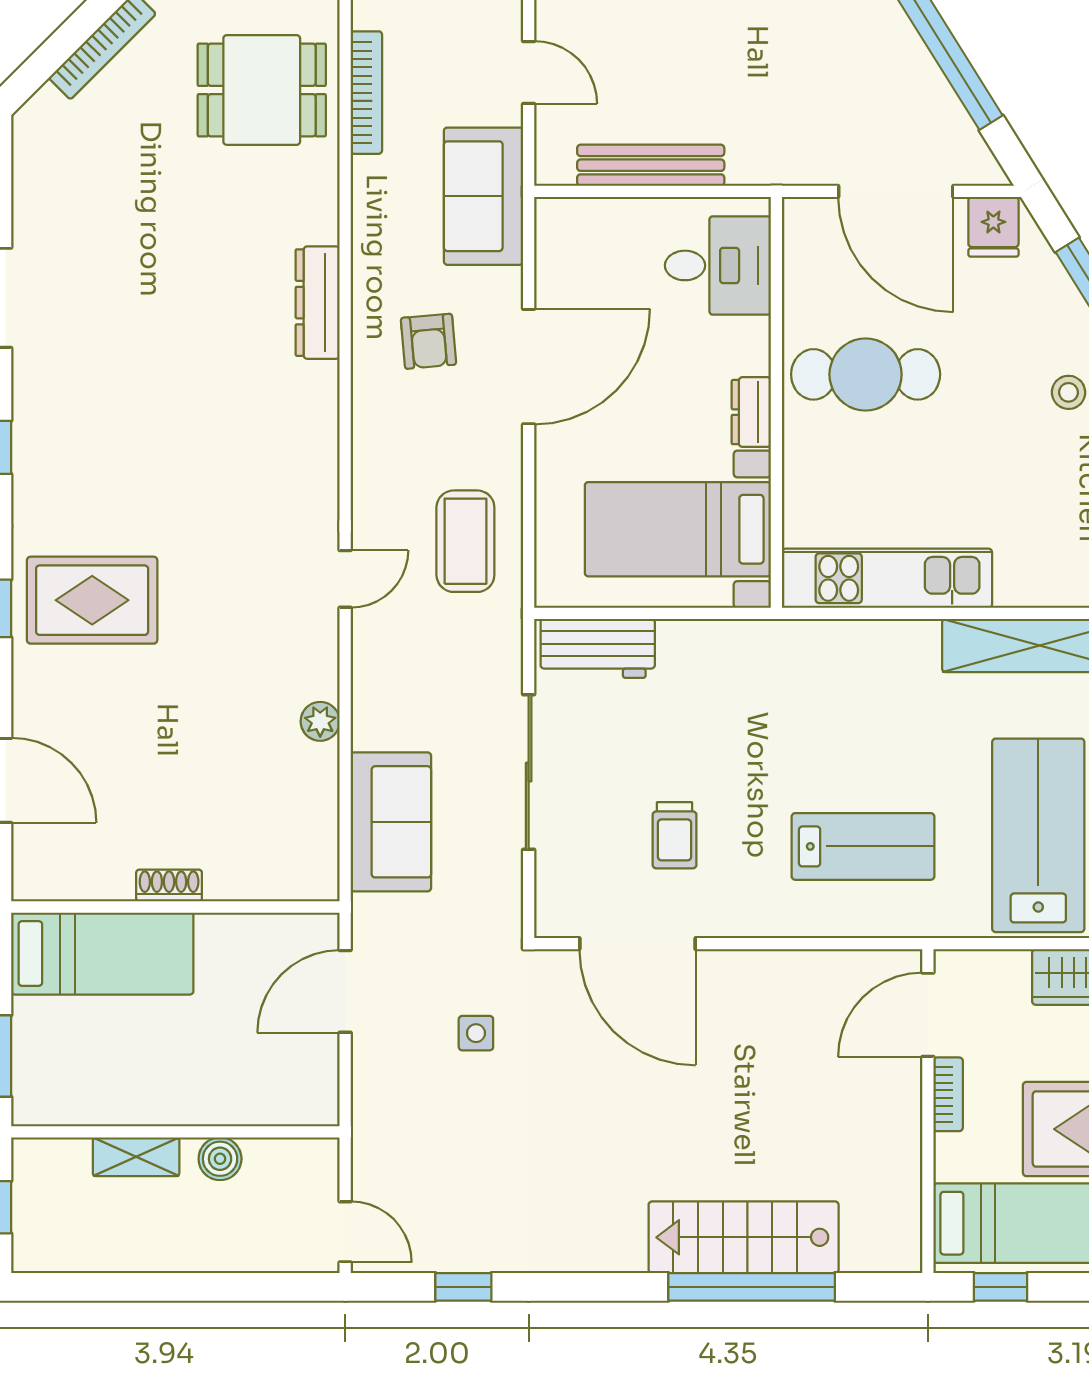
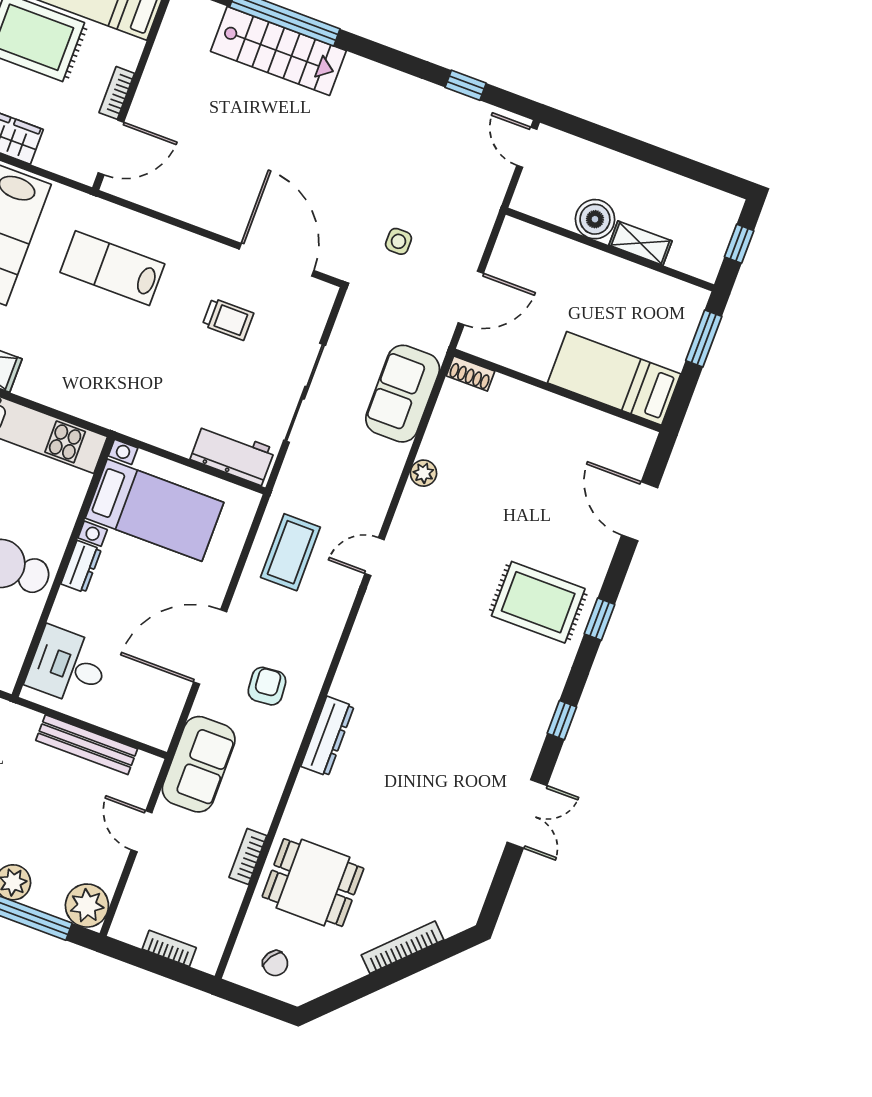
bookcase: (366, 93) -> (248, 857), width x0.64
trolley: (675, 835) -> (228, 319), turned 90
shoe rack: (169, 886) -> (471, 373), moved
boiler: (220, 1159) -> (595, 219), width x1.36, depth x1.36

